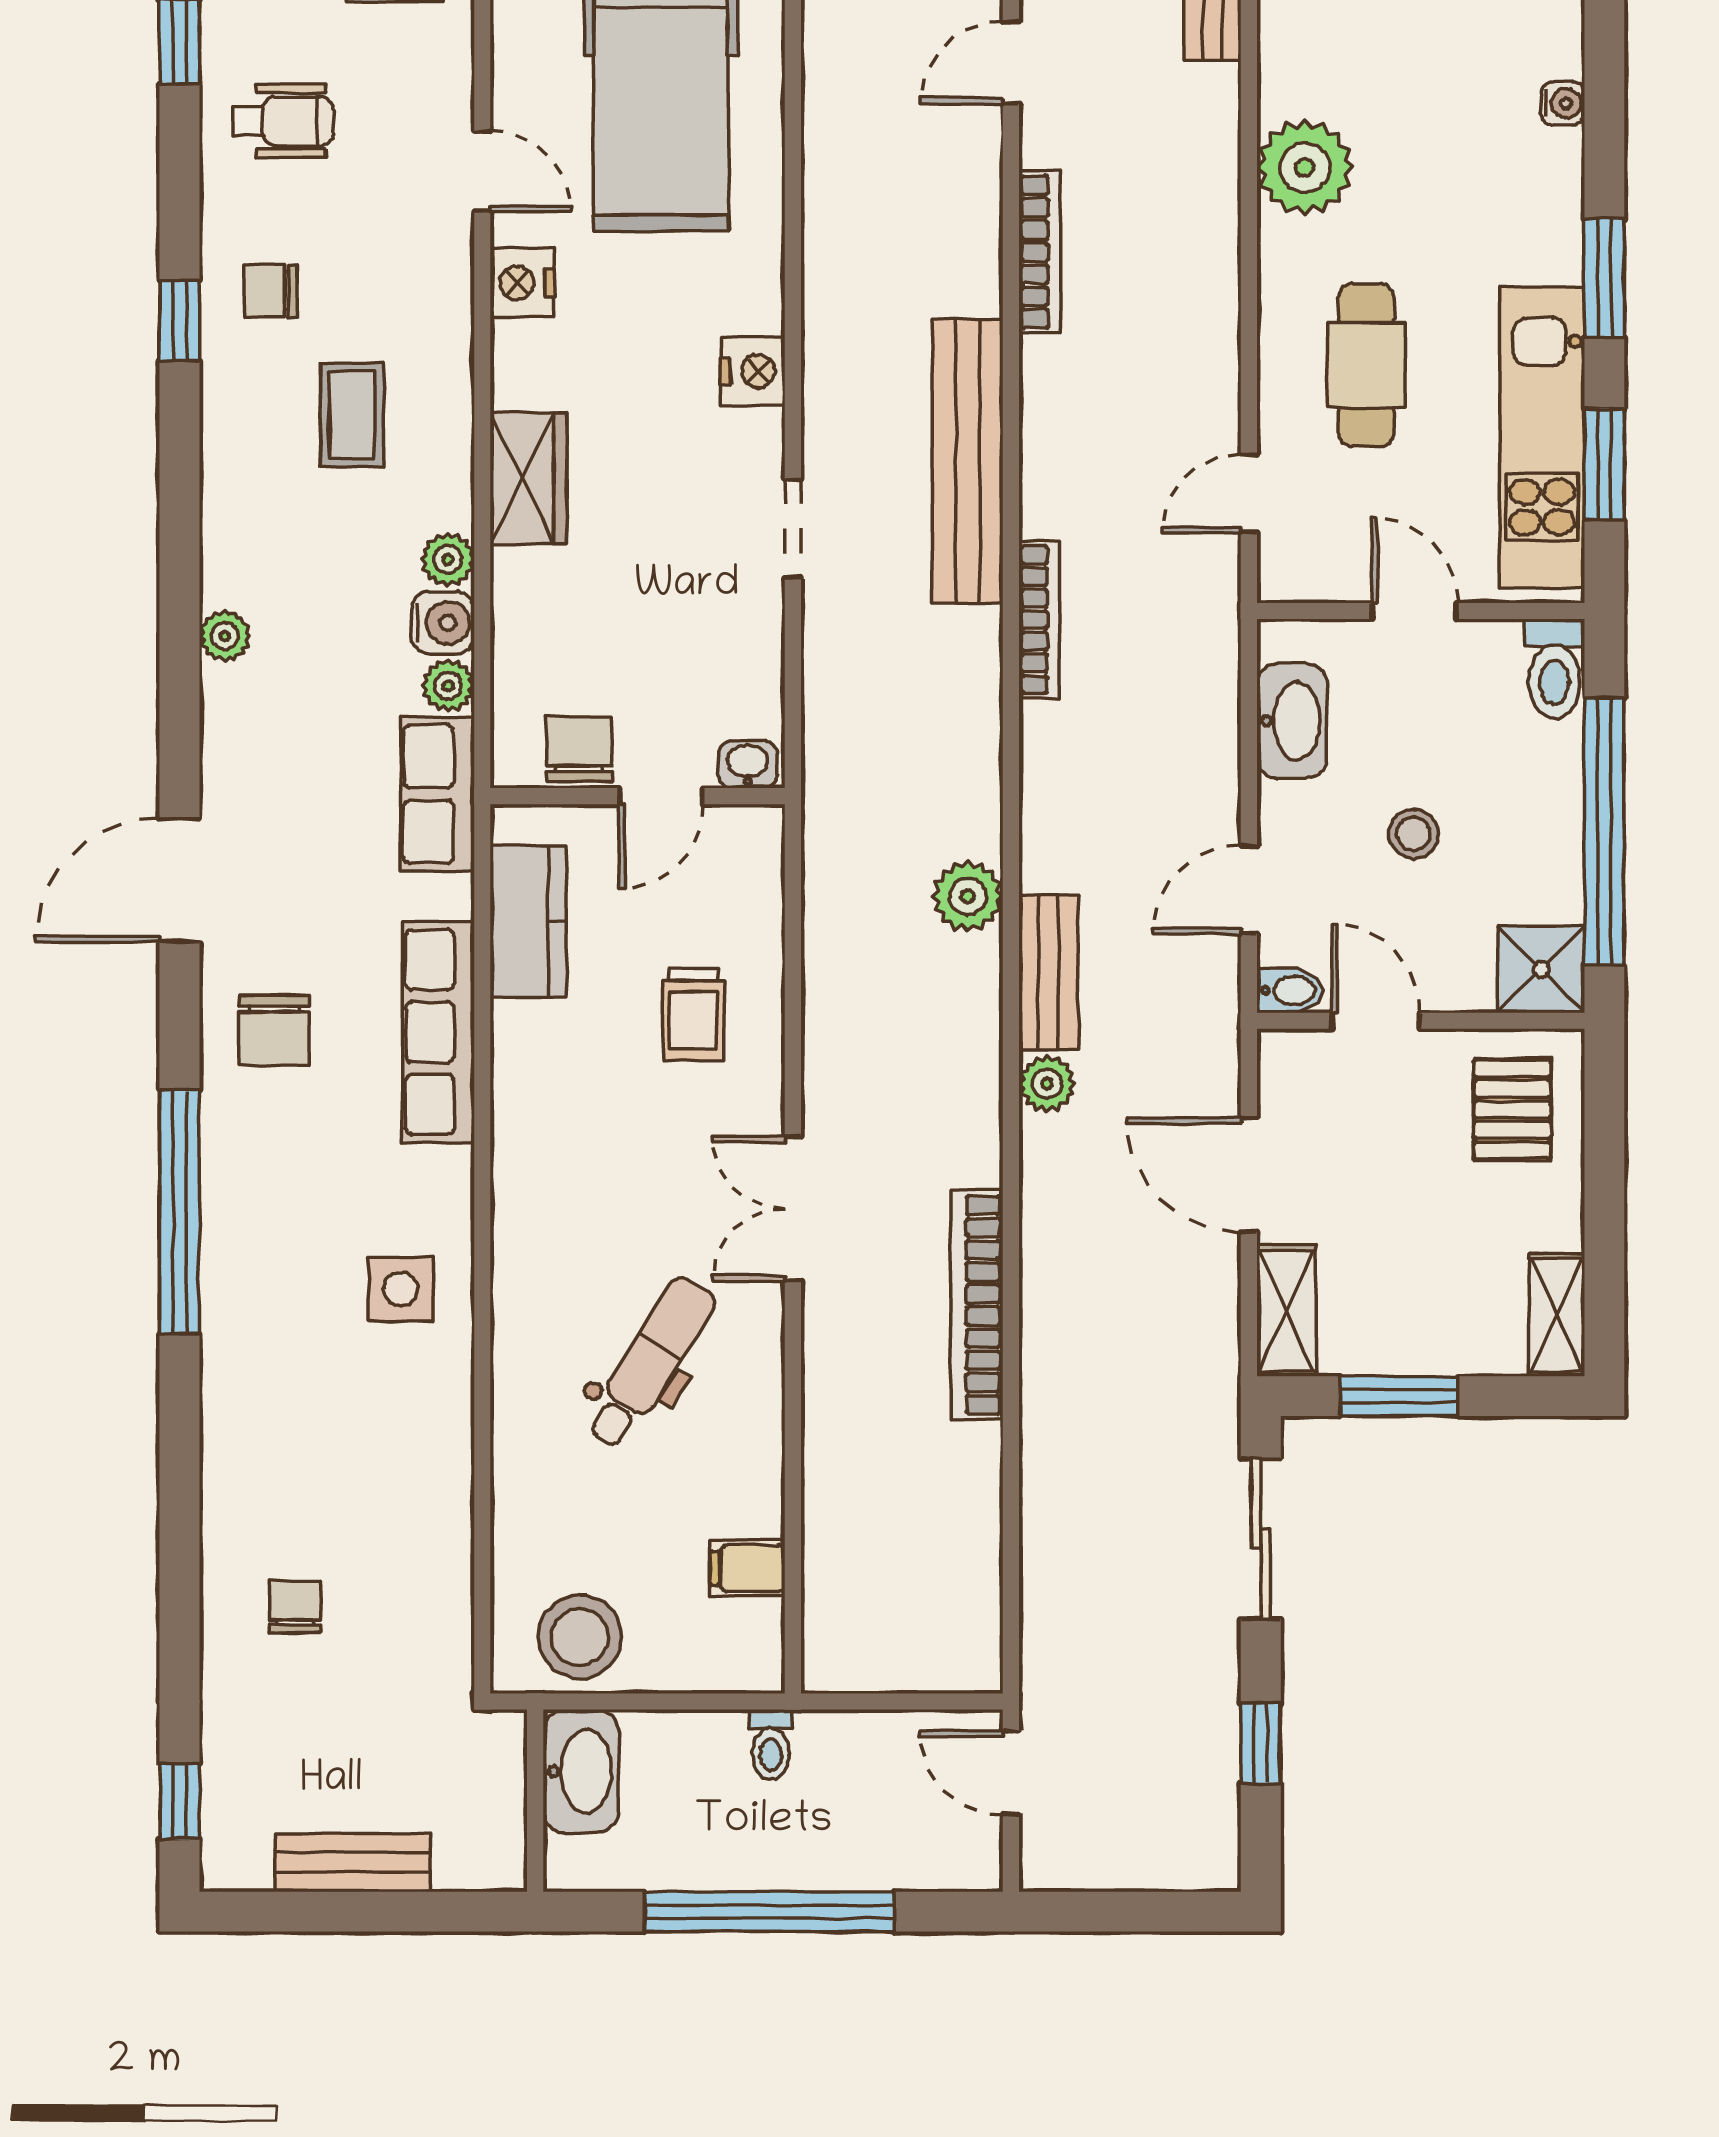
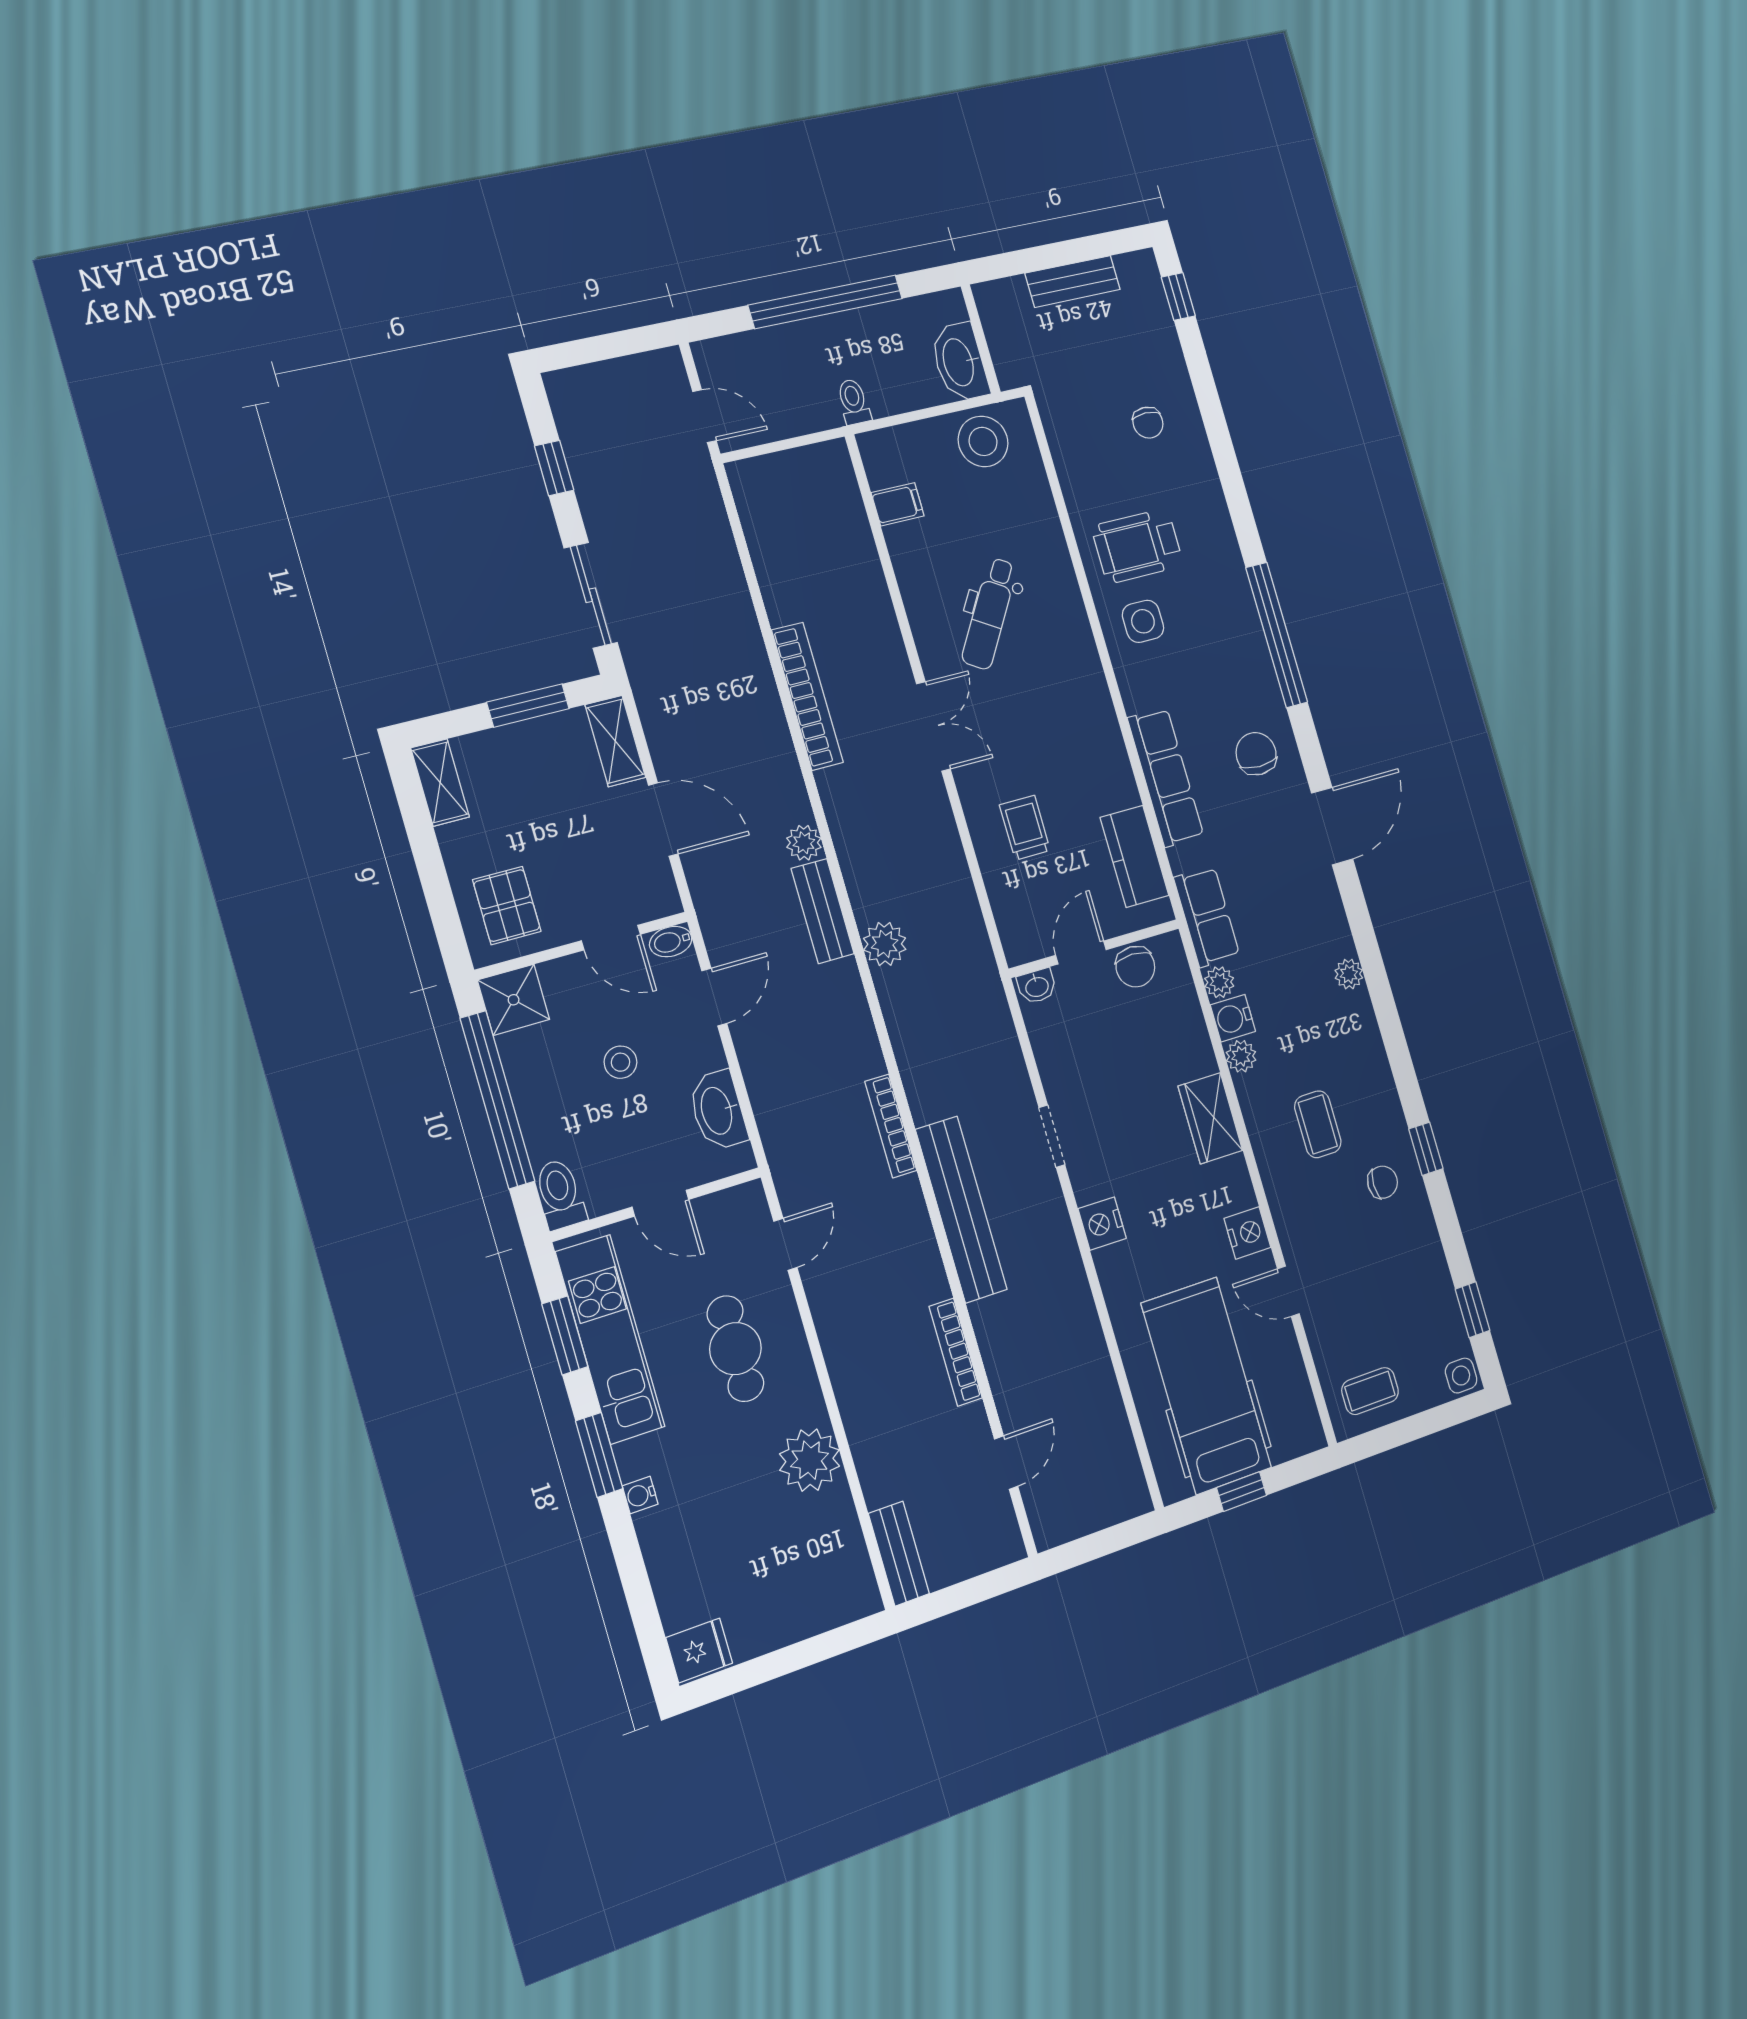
water cooler: (1563, 103) -> (640, 1495), moved
wheelchair: (283, 121) -> (1138, 546), moved, width x1.36, depth x1.37

